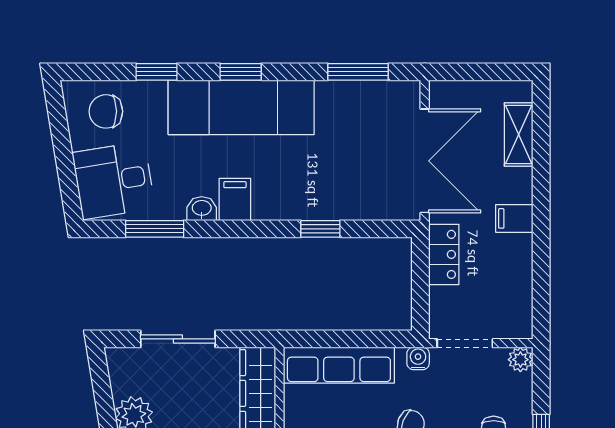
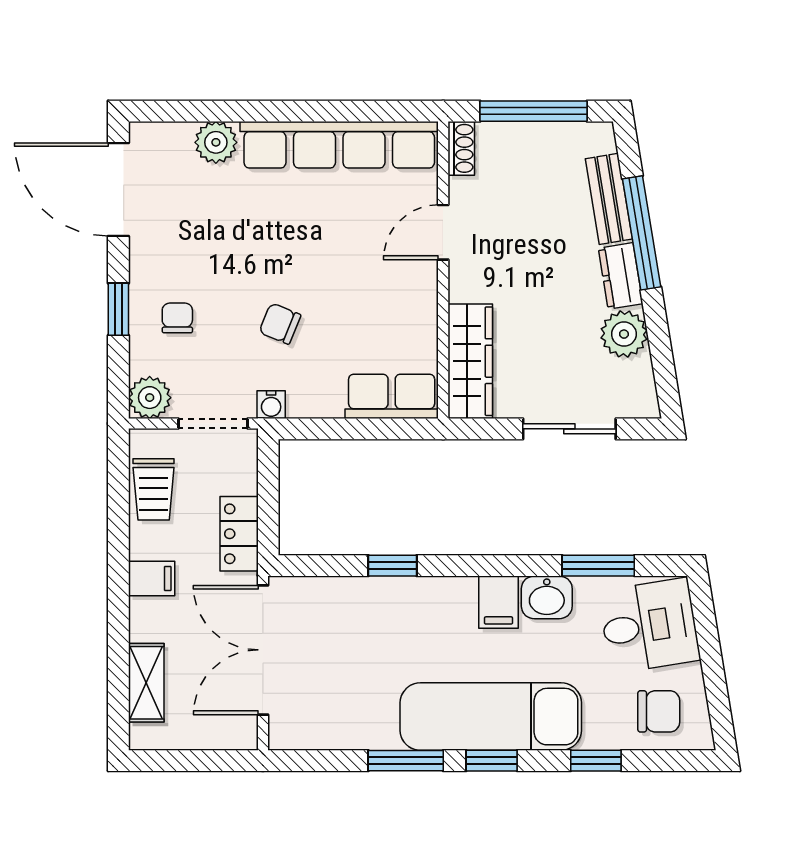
window: (358, 72) -> (406, 761), moved
washbasin: (202, 209) -> (547, 597), width x1.38, depth x1.45
trolley: (513, 290) -> (154, 489), added
plant: (520, 360) -> (150, 398), width x1.38, depth x1.38
row of seats: (339, 365) -> (392, 396), width x0.68

